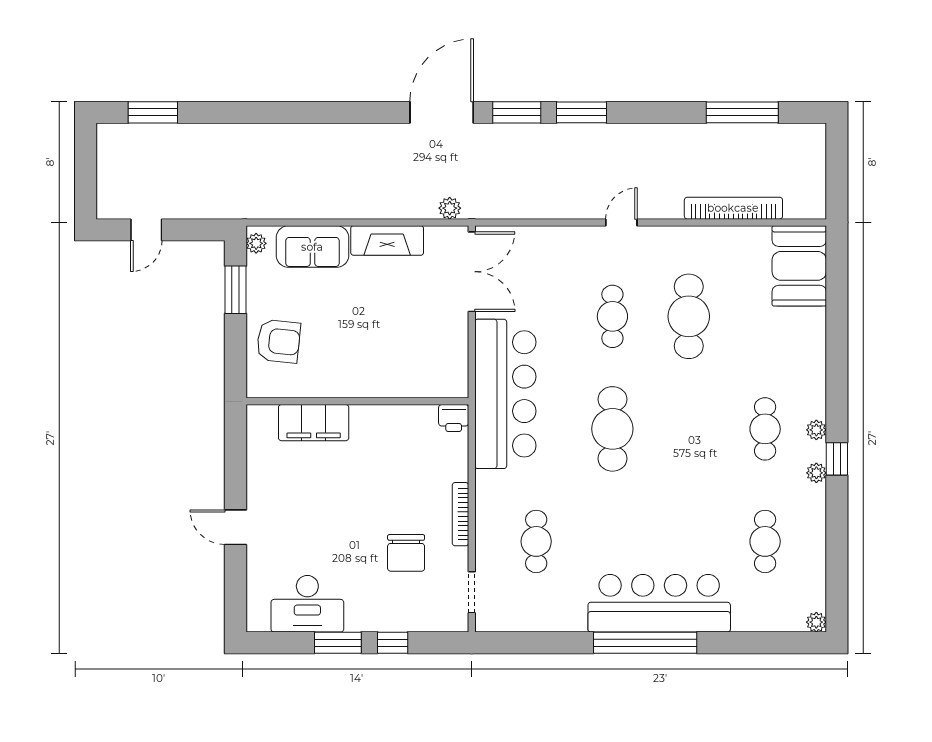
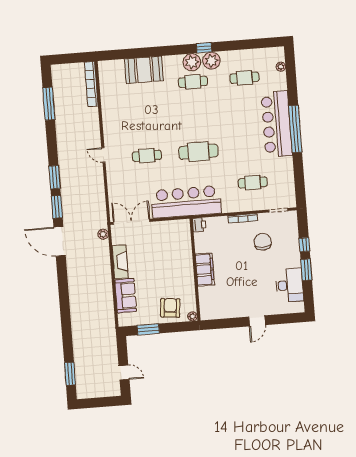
bookcase: (733, 208) -> (91, 84), moved
plant: (256, 243) -> (193, 316), moved
booth: (799, 266) -> (144, 70), moved
cafe table: (689, 316) -> (144, 121), removed
filing cabinet: (314, 423) -> (205, 270), moved
plant: (816, 430) -> (192, 62), width x1.87, depth x1.87
plant: (816, 473) -> (211, 61), width x1.87, depth x1.87
chair: (406, 553) -> (263, 242), turned -90
plant: (816, 622) -> (281, 67), moved

